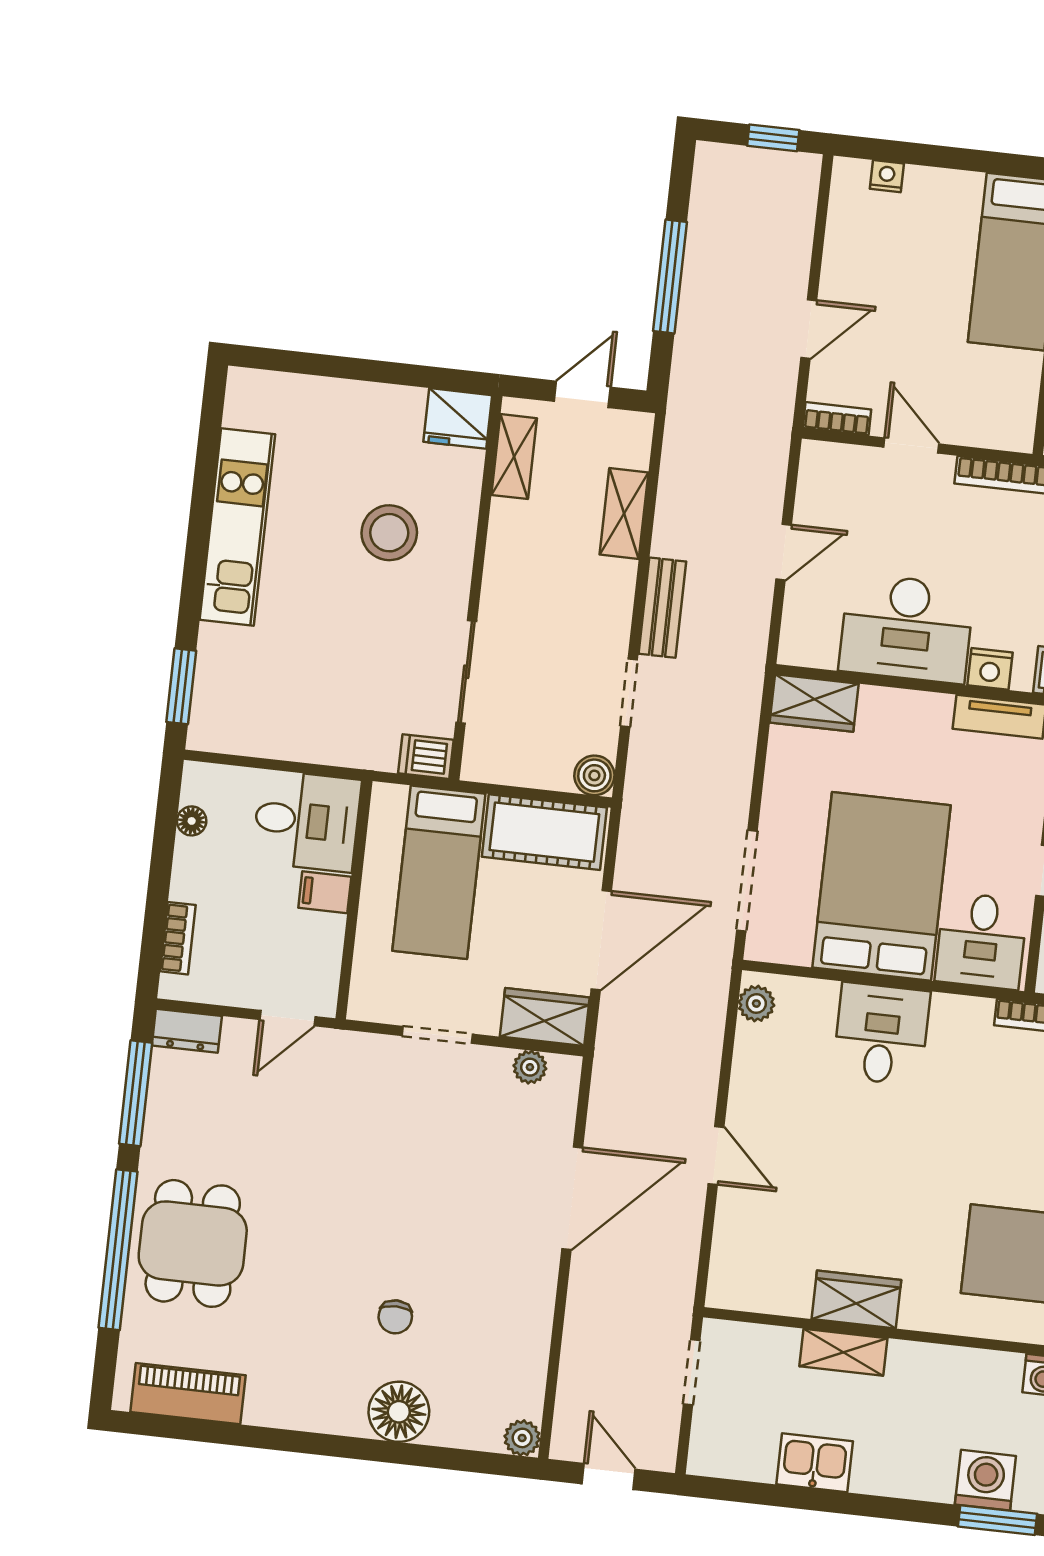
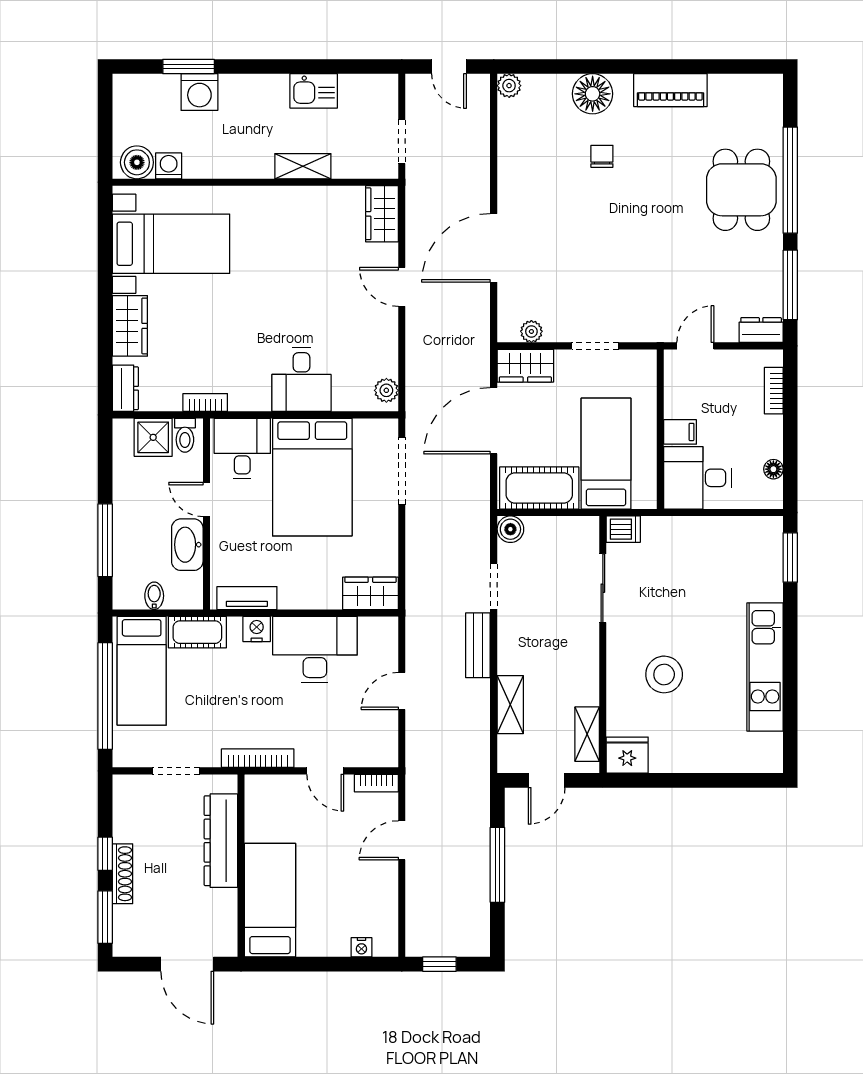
wardrobe: (856, 1299) -> (382, 214), moved, turned 90
piano: (188, 1394) -> (670, 90), moved

